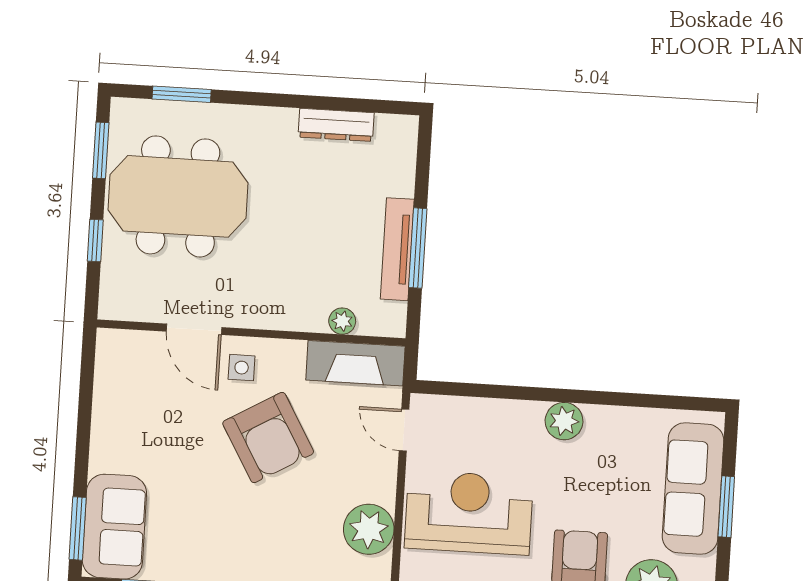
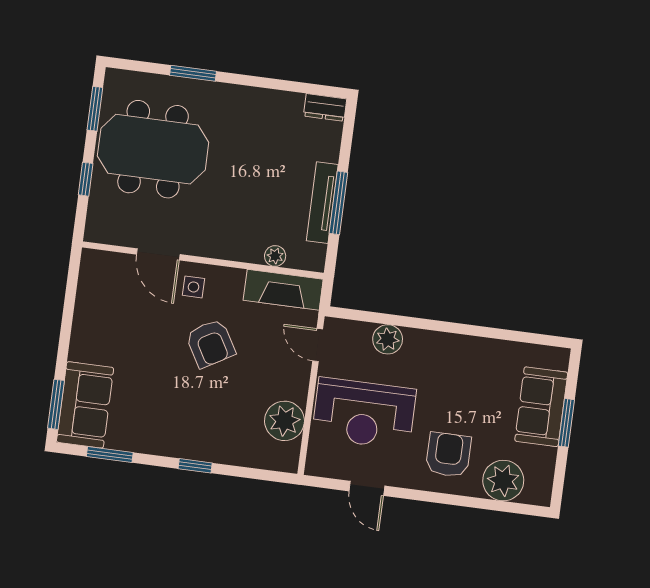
window: (182, 94) -> (193, 73), moved
dresser: (336, 125) -> (325, 107), moved, width x0.70
plant: (564, 421) -> (388, 339), moved
armchair: (268, 438) -> (211, 343), width x0.73, depth x0.73
sofa: (693, 488) -> (541, 407), width x0.73
reception desk: (469, 513) -> (364, 413), turned 180

